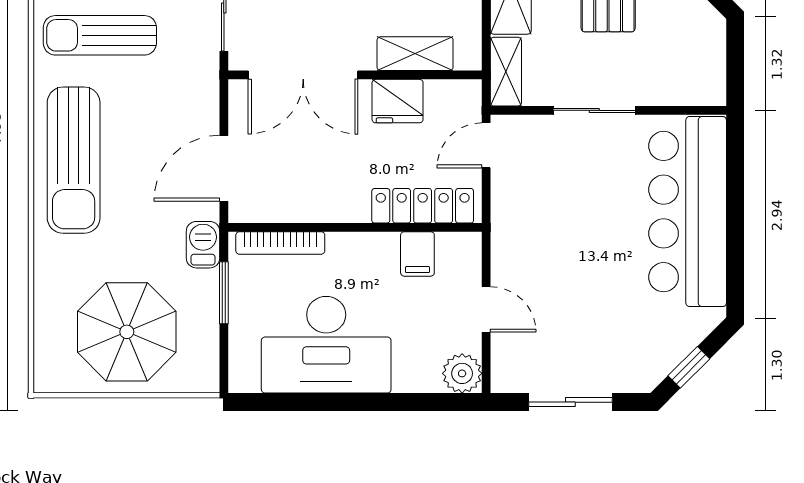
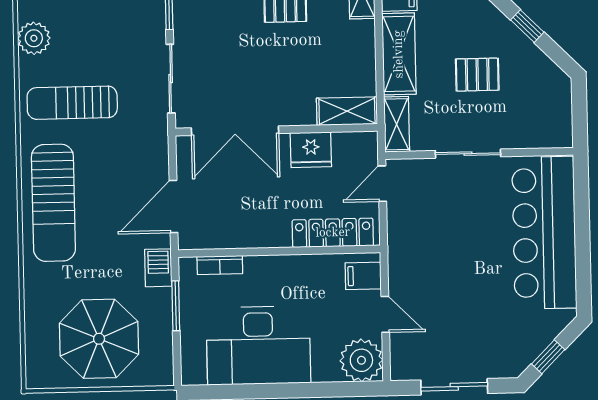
shelving: (415, 54) -> (347, 111), moved
bookcase: (280, 243) -> (220, 265), width x0.64
filing cabinet: (417, 254) -> (363, 276), moved, turned 90
plant: (462, 373) -> (361, 360), width x1.36, depth x1.36

